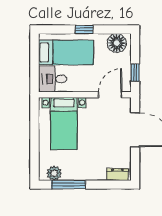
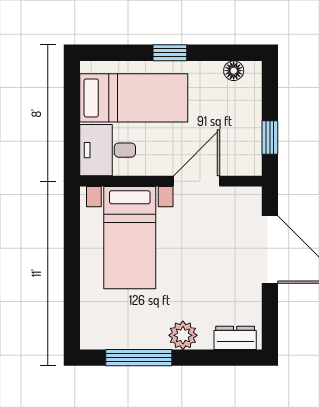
floor lamp: (117, 43) -> (234, 71), width x0.53, depth x0.53
door: (110, 95) -> (197, 181), moved
plant: (54, 173) -> (183, 335), moved

